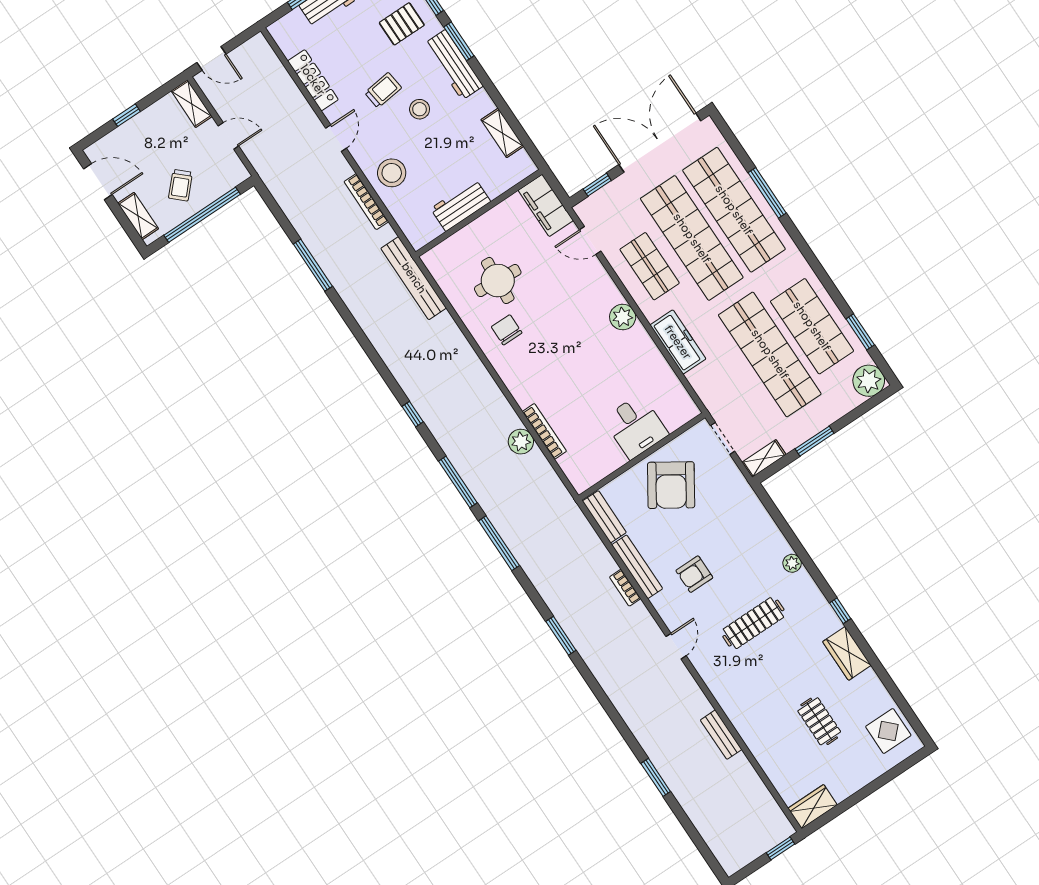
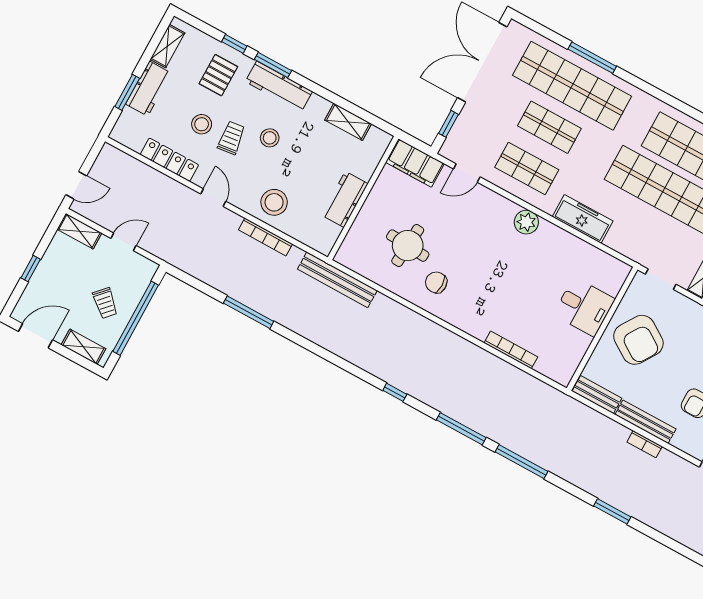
stool: (361, 62) -> (202, 124), added
shop shelf: (692, 238) -> (549, 127), width x0.50, depth x0.74
plant: (521, 442) -> (496, 368), removed

